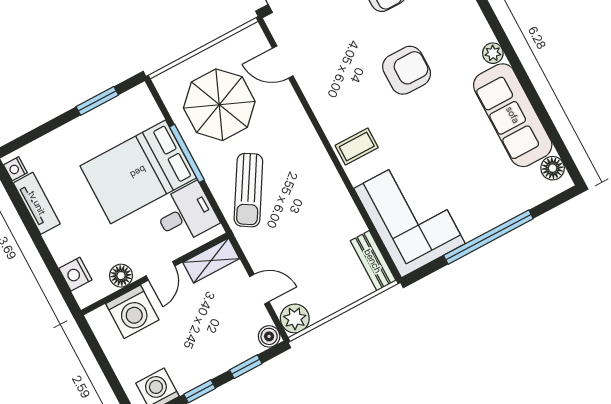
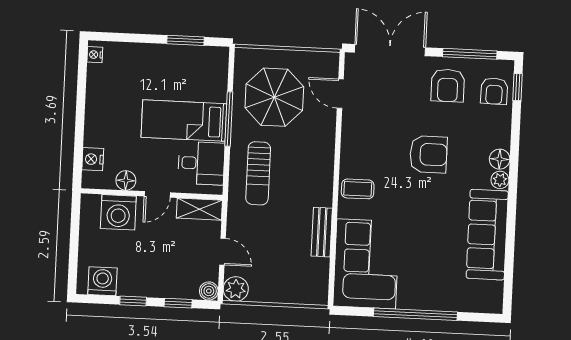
floor lamp: (553, 168) -> (500, 159), moved
bed: (138, 172) -> (184, 121), width x0.67
sun lounger: (248, 190) -> (258, 173), turned -31
tv unit: (37, 203) -> (95, 90), removed
bench: (373, 261) -> (322, 232), moved

